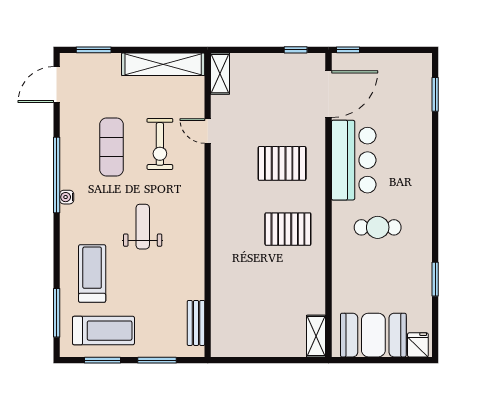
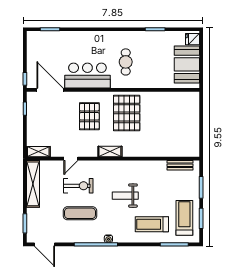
pallet: (288, 229) -> (127, 113), width x1.37, depth x1.41
shelving: (316, 336) -> (110, 152), moved

